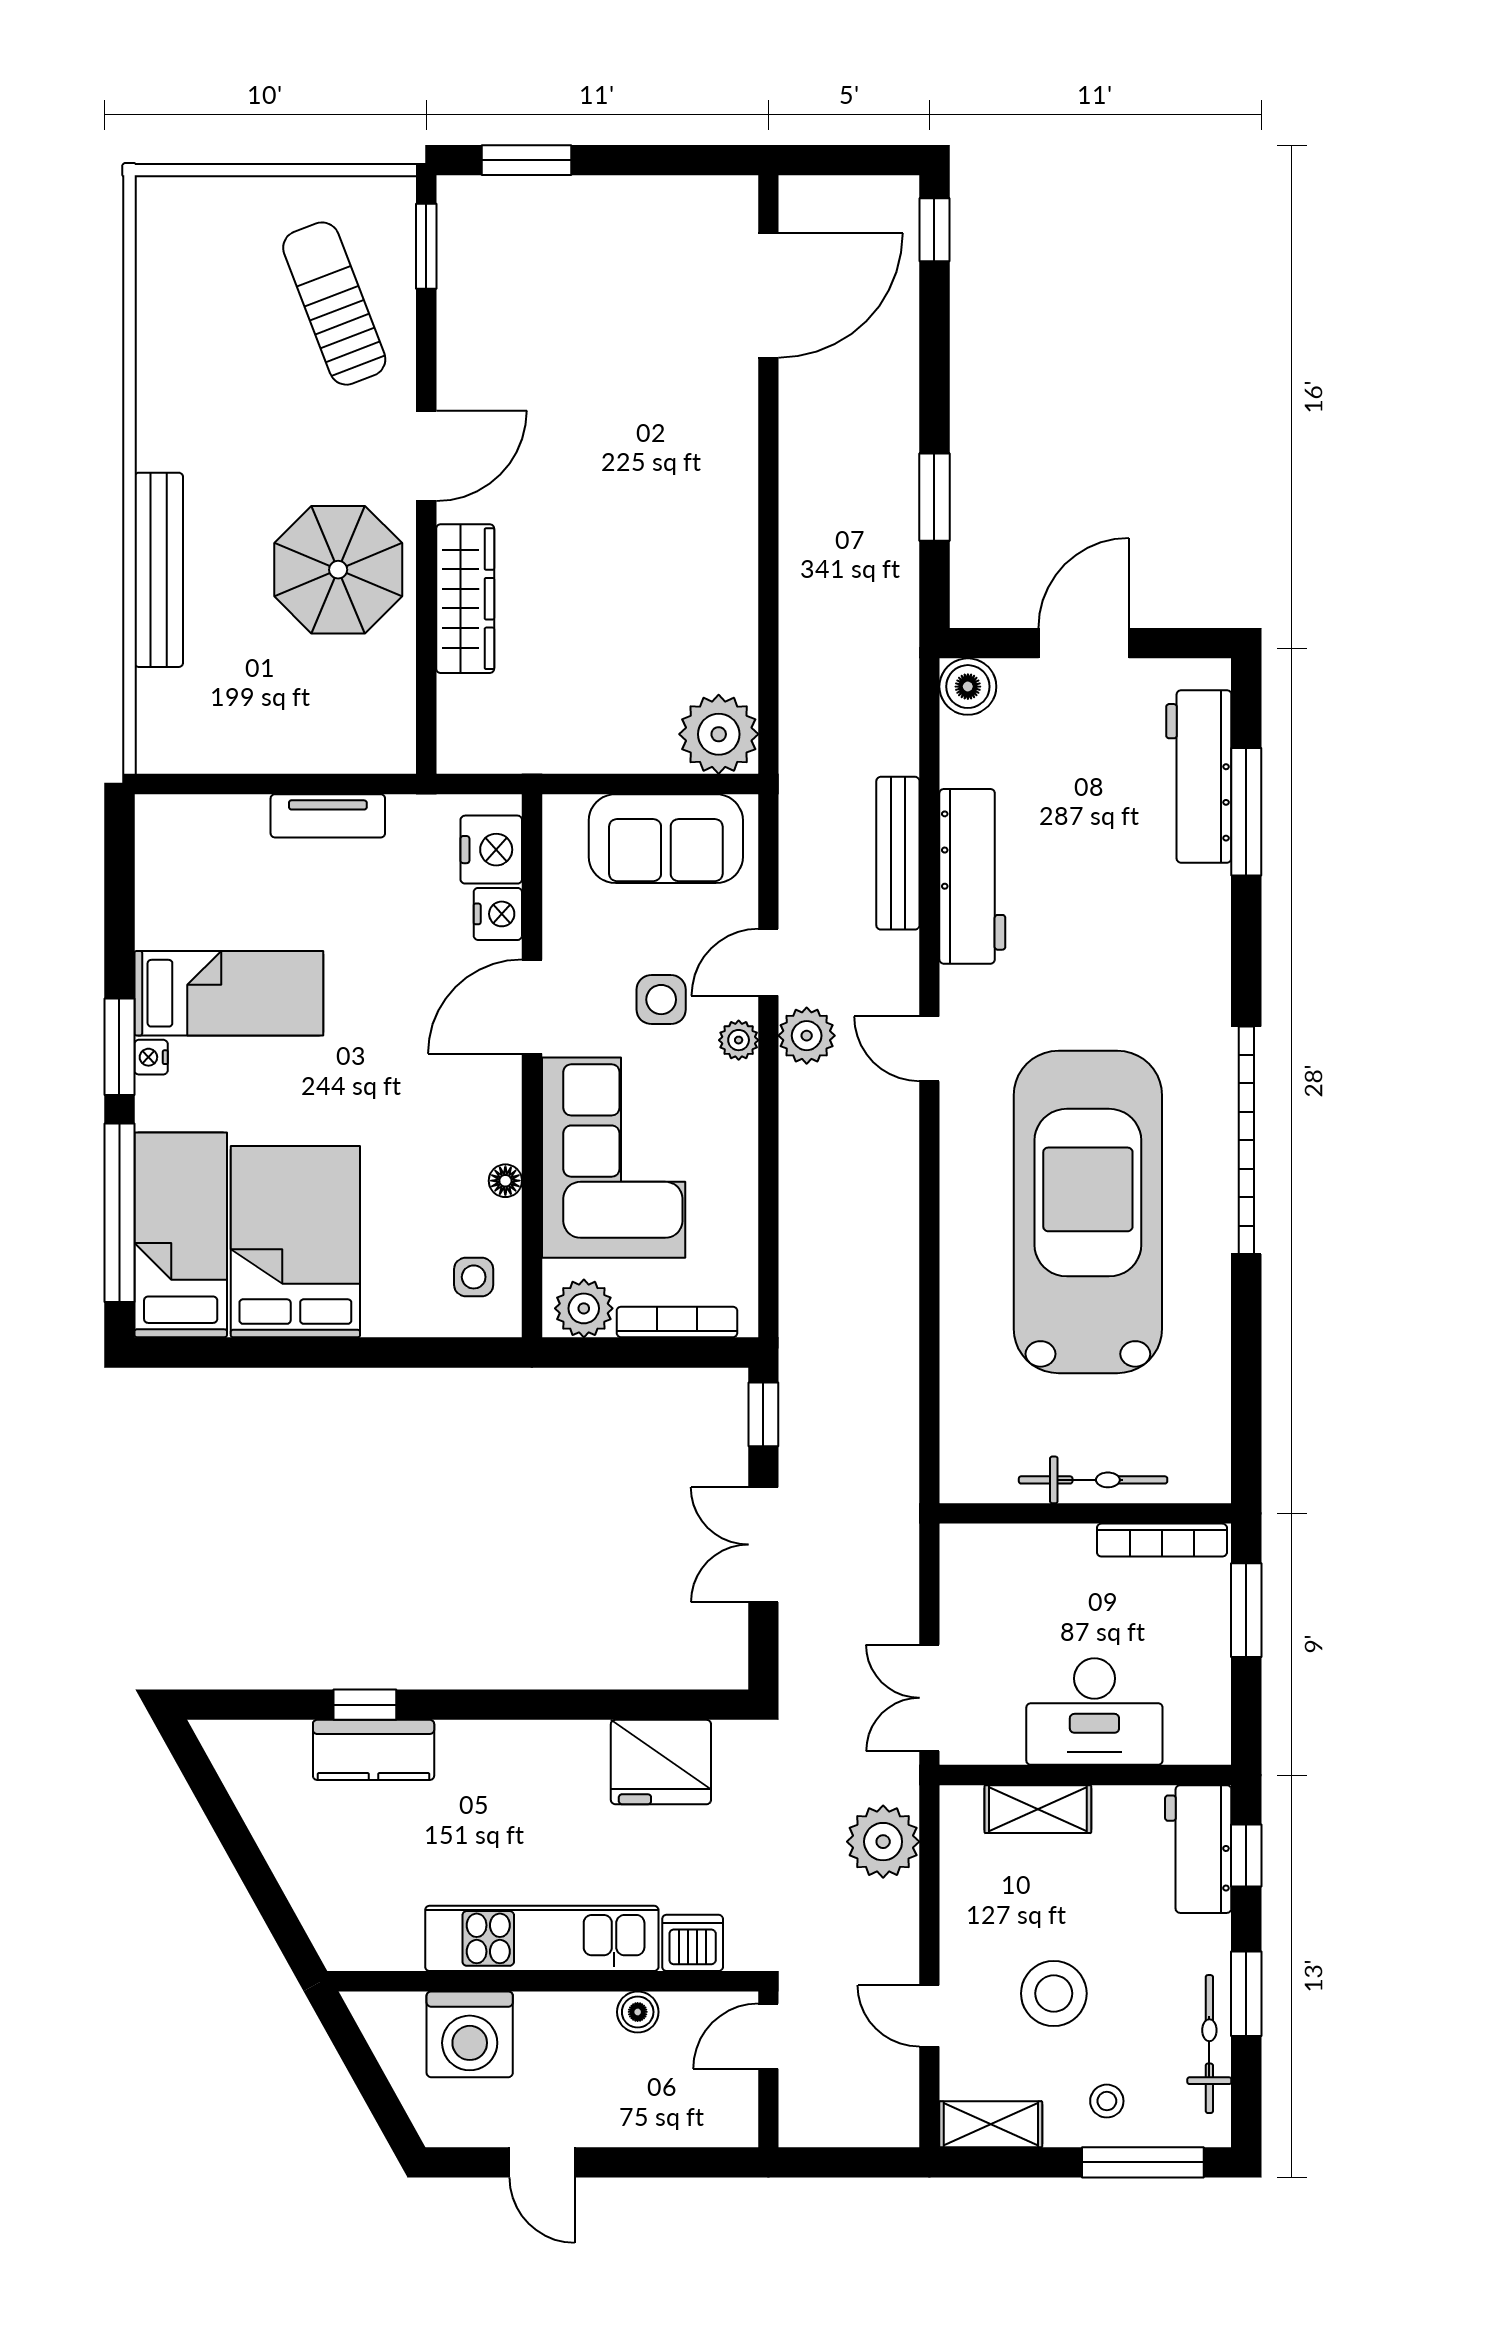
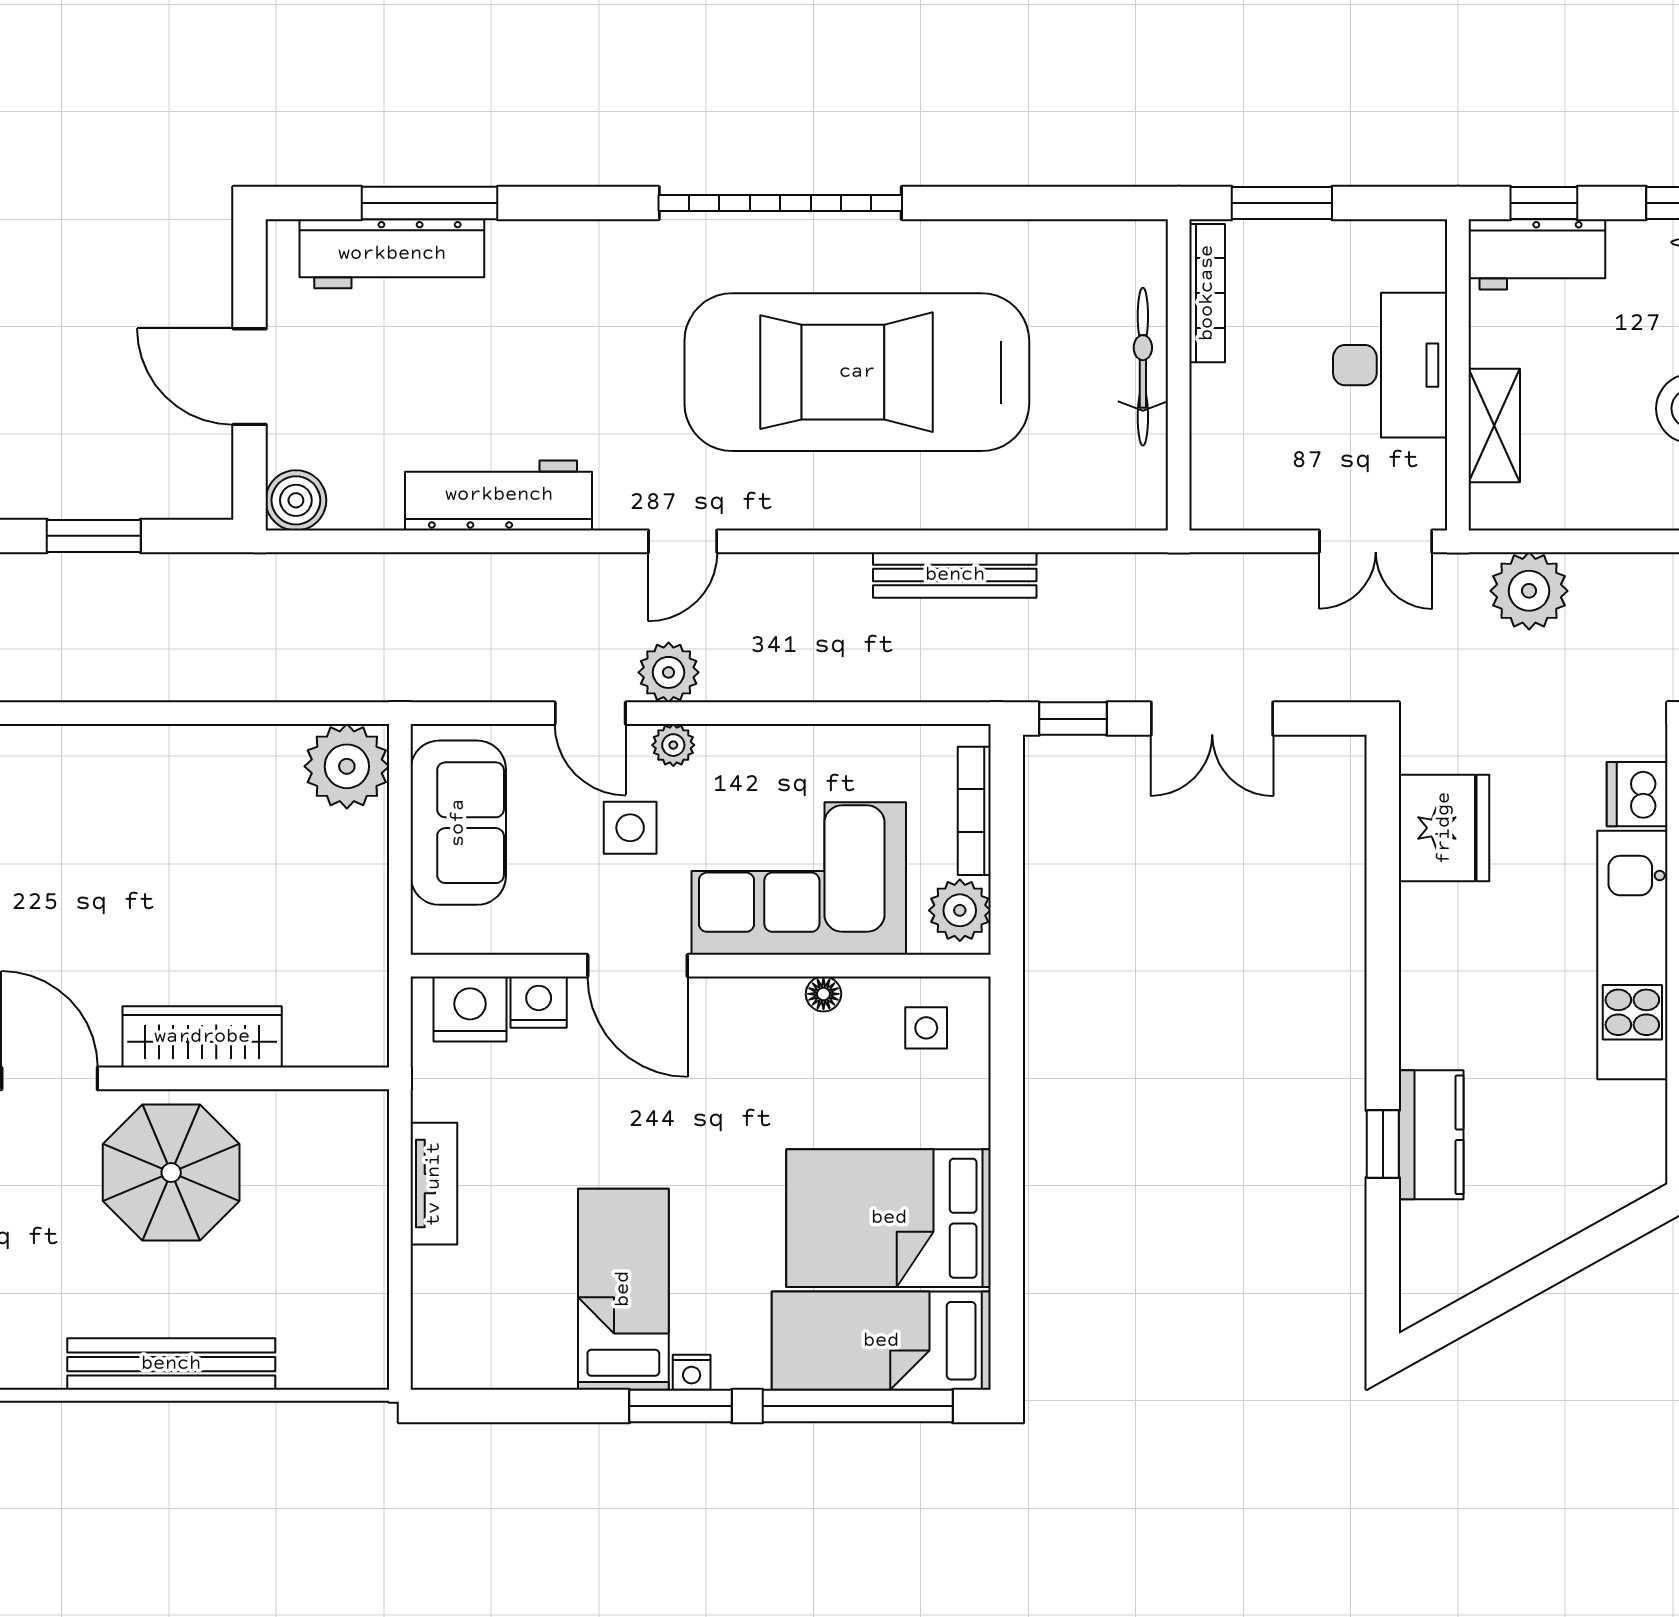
bench: (898, 853) -> (955, 575), moved

